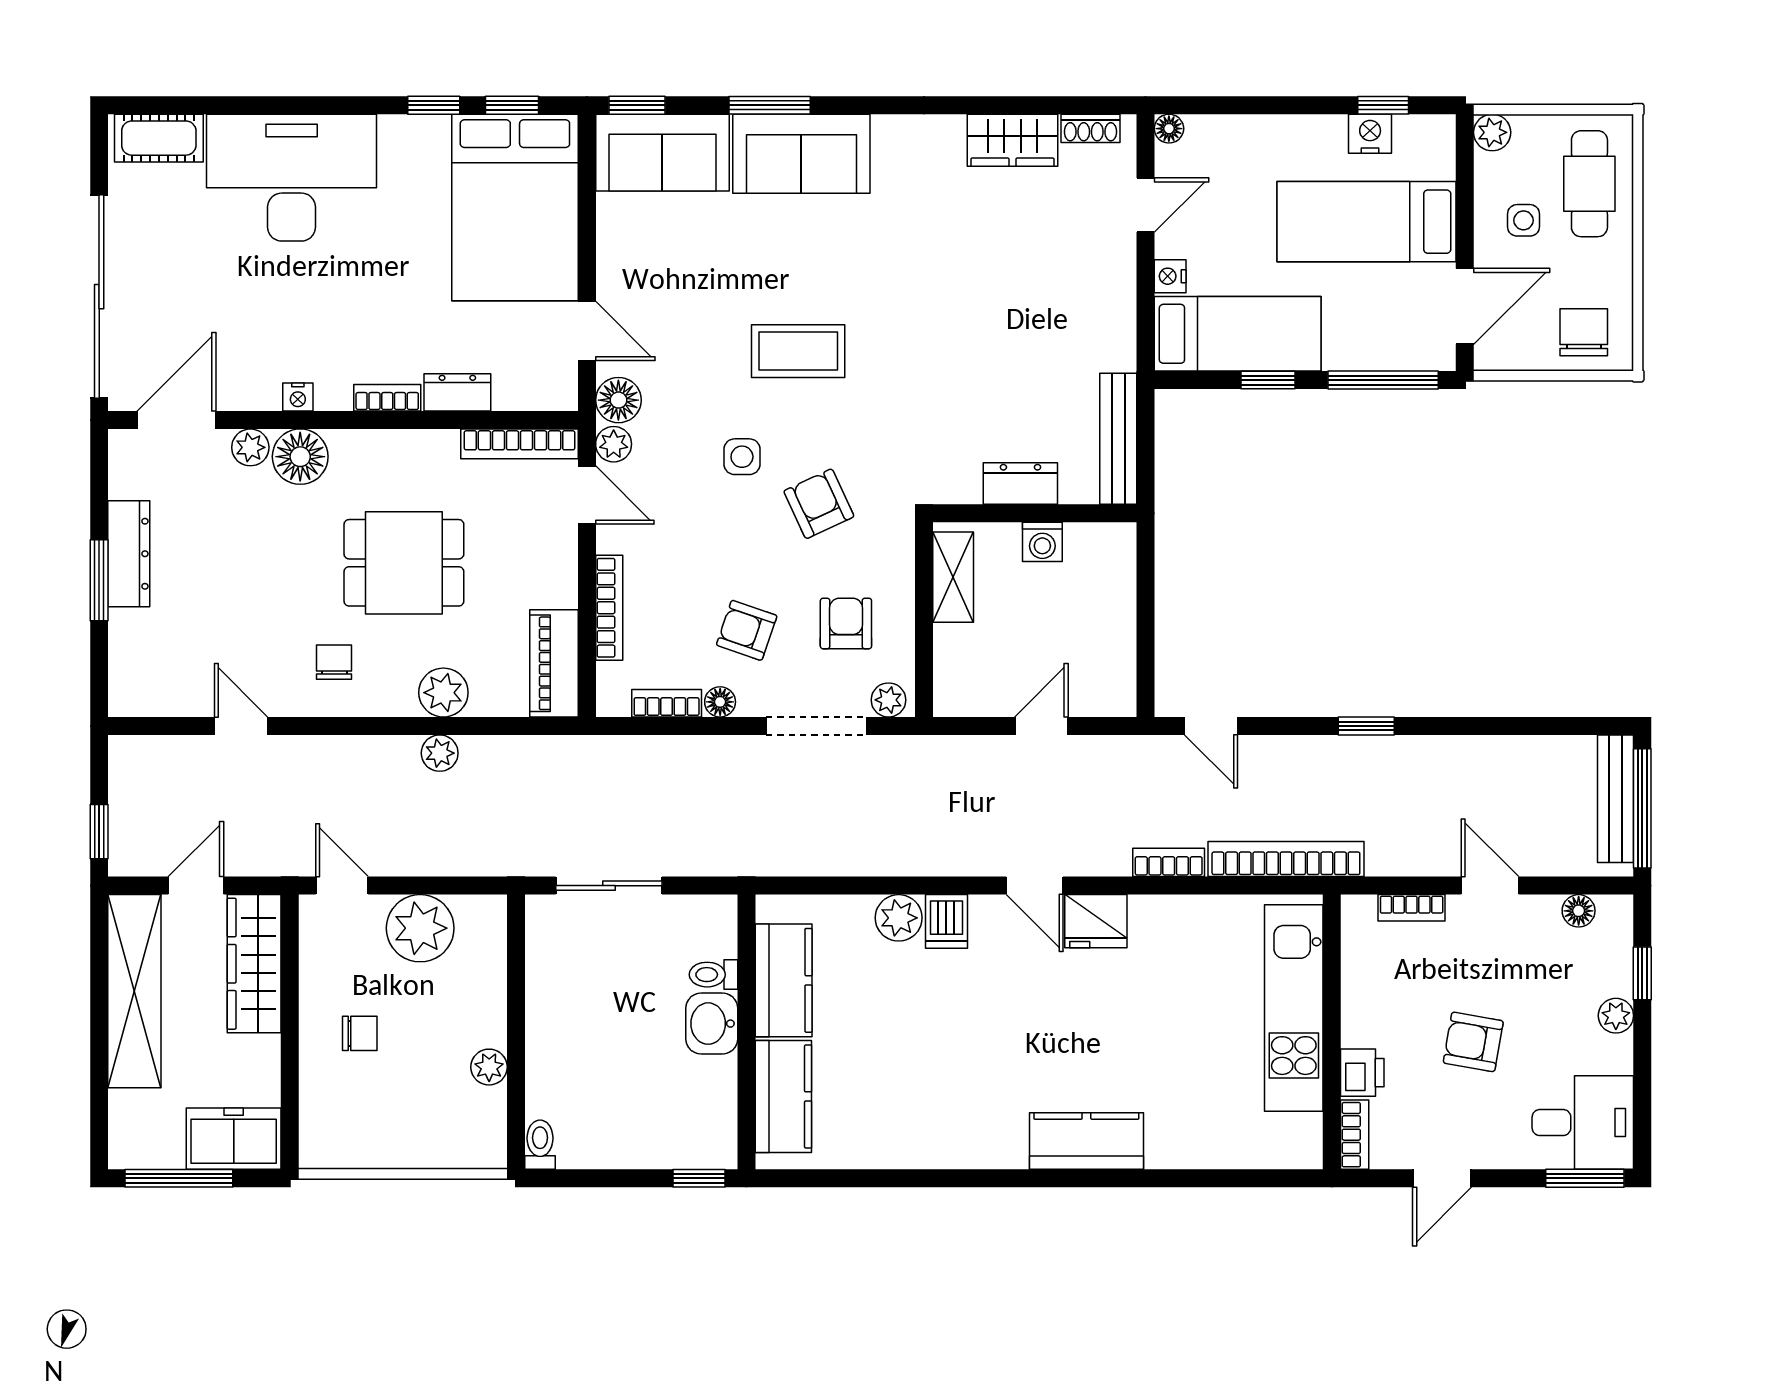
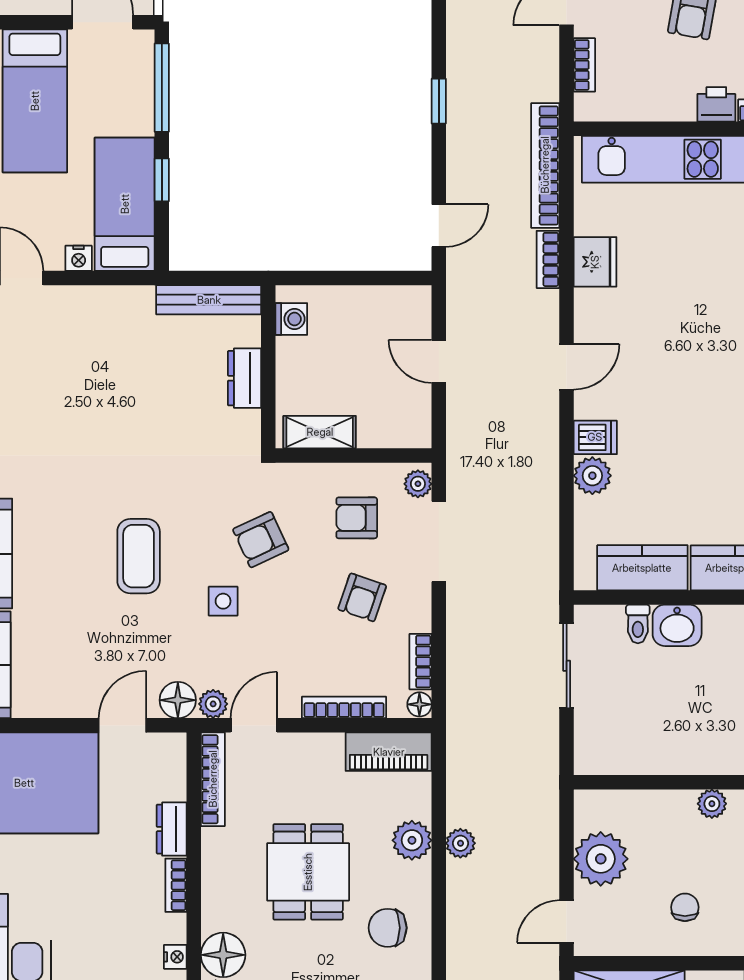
washing machine: (1042, 542) -> (291, 319), moved
chair: (334, 662) -> (388, 928), width x1.37, depth x1.37
floor lamp: (720, 702) -> (419, 704), moved
sliding door: (609, 886) -> (567, 666), moved
fridge: (1096, 921) -> (595, 262), moved

